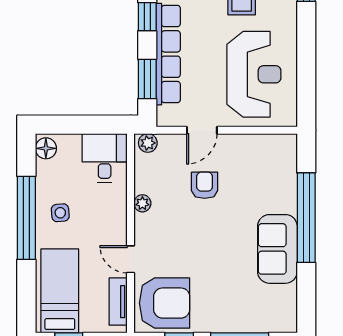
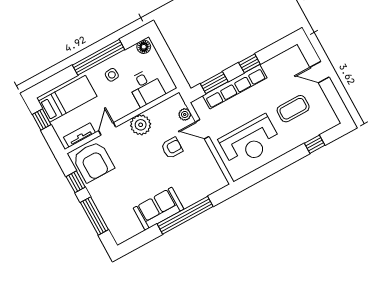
plant: (148, 143) -> (185, 114), moved
desk: (105, 158) -> (146, 87), moved, turned 90
plant: (142, 203) -> (141, 125), width x1.87, depth x1.87

